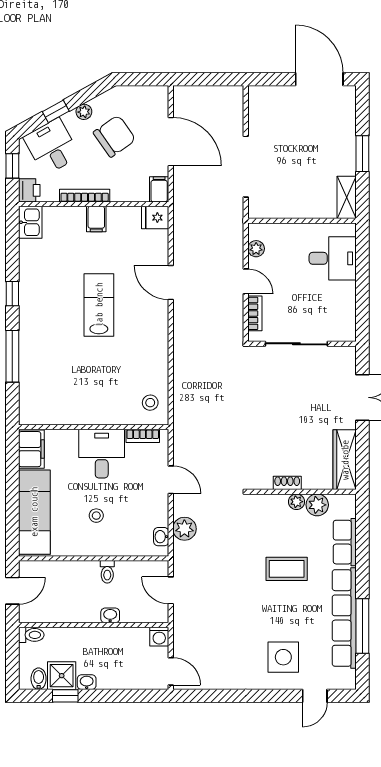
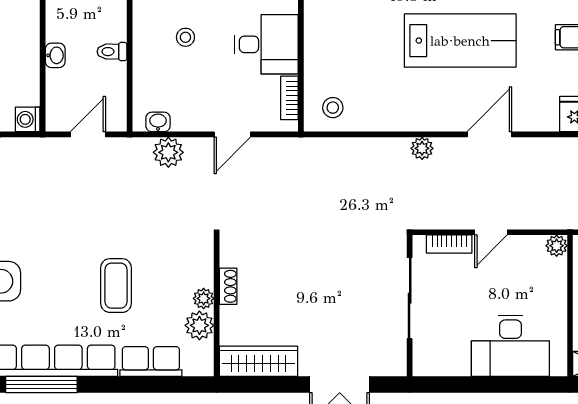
plant: (256, 249) -> (557, 246), moved
desk: (333, 258) -> (510, 346), width x1.37
lab bench: (99, 305) -> (460, 41), width x1.36, depth x1.39
plant: (181, 334) -> (422, 148), added

